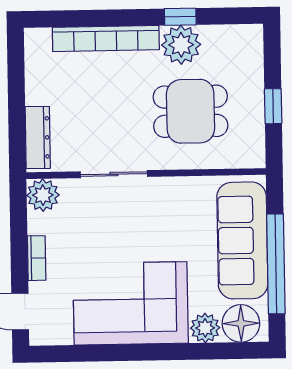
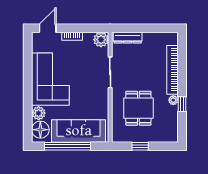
plant: (181, 45) -> (173, 100), width x0.53, depth x0.53

